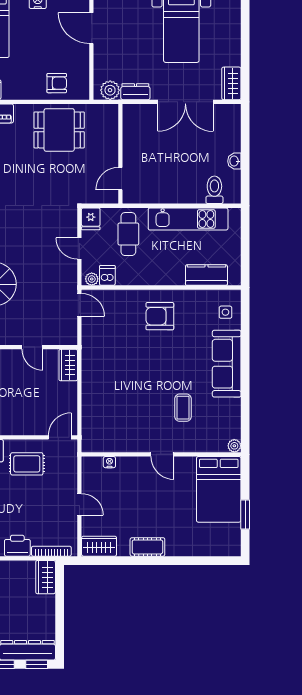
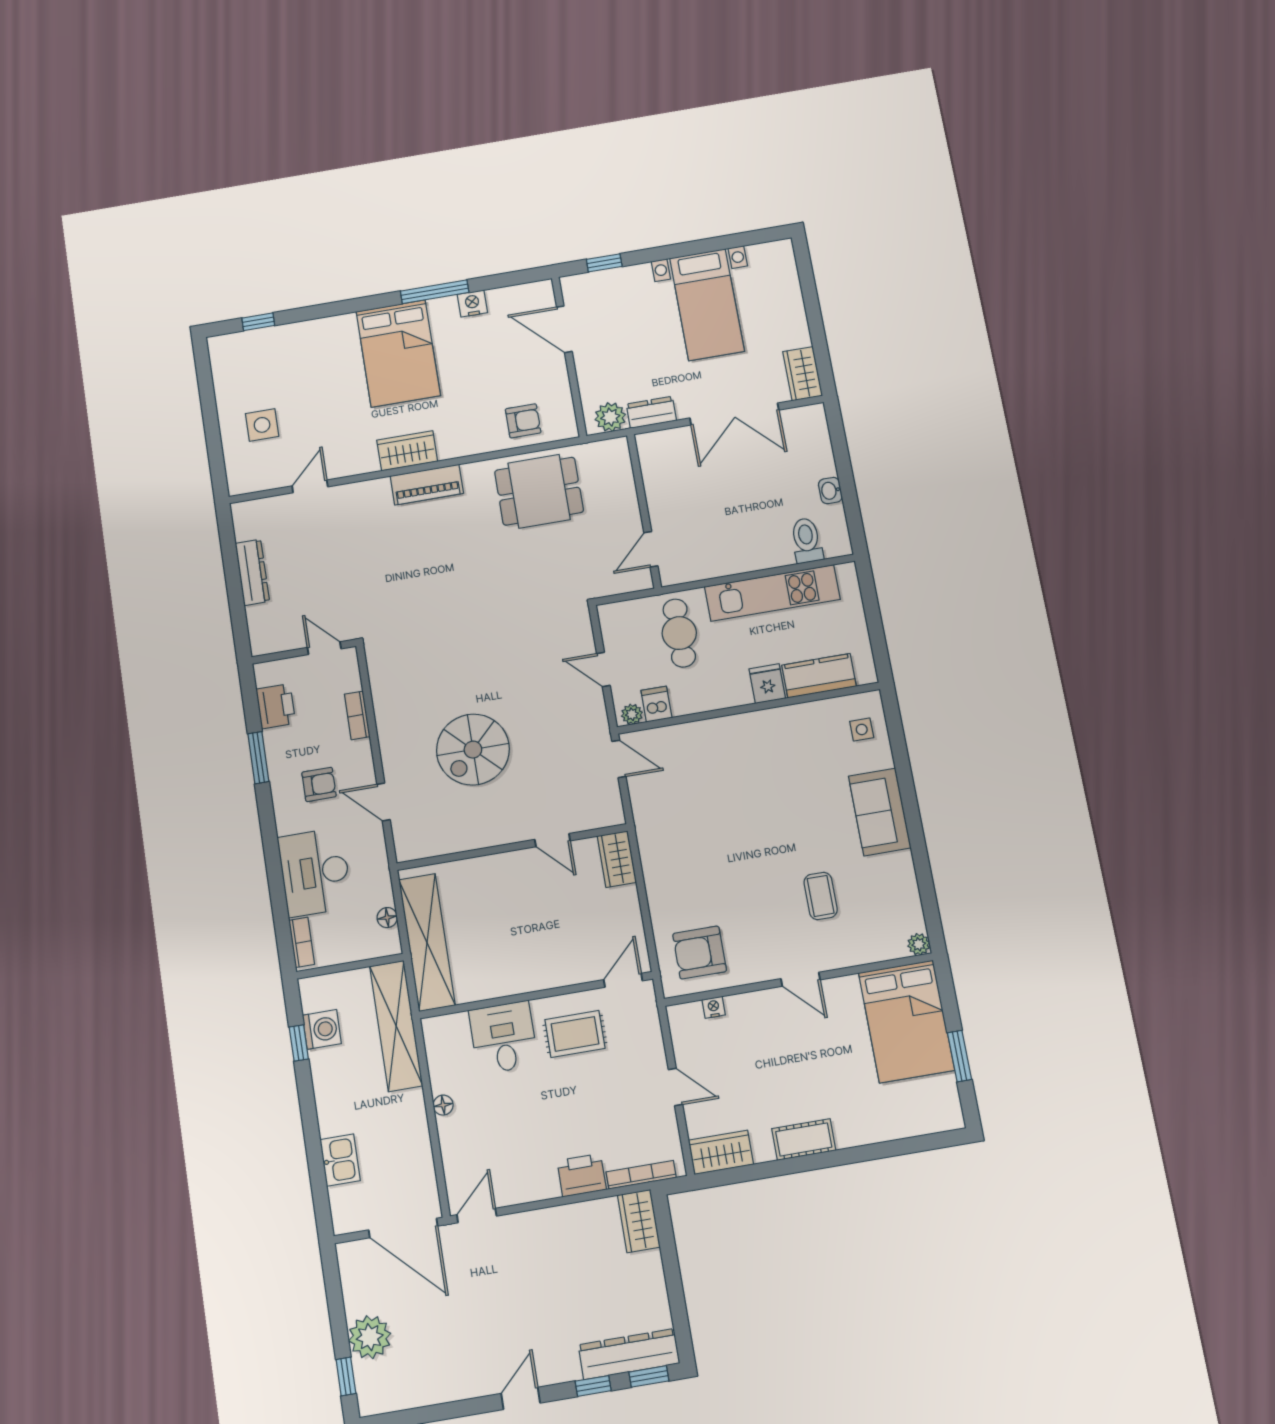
fridge: (91, 219) -> (767, 684), moved, turned 180
armchair: (160, 316) -> (700, 953), moved
sofa: (227, 364) -> (880, 812), width x0.73

